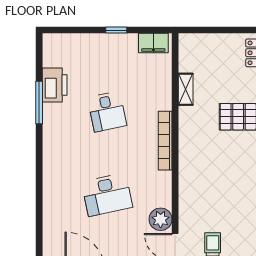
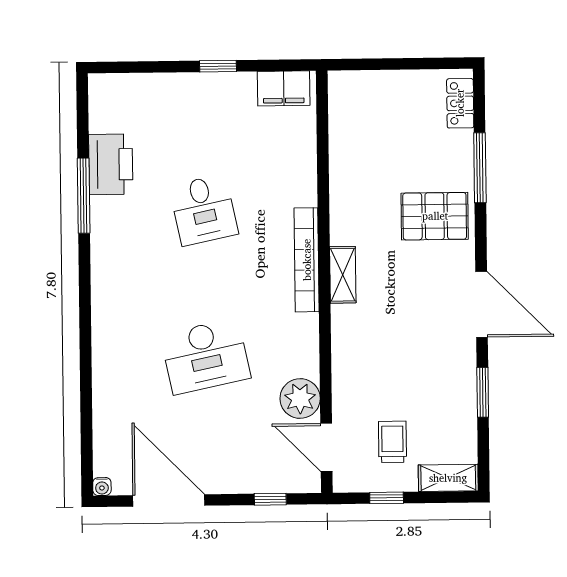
shelving: (186, 89) -> (343, 275), moved

